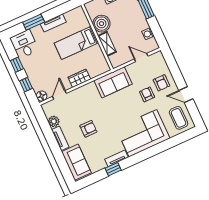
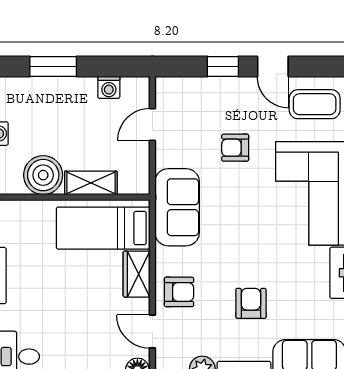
bed: (76, 43) -> (103, 228), moved, turned 90
window: (177, 75) -> (223, 67), added
armchair: (161, 83) -> (179, 292), moved
door: (186, 95) -> (273, 67), hinge flipped

